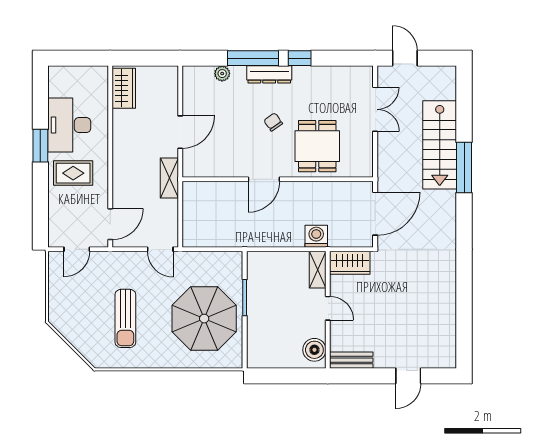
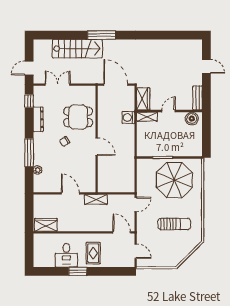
window: (300, 58) -> (29, 101), moved
dresser: (269, 74) -> (38, 119), moved
desk: (69, 125) -> (66, 255), width x0.73
window: (464, 168) -> (102, 35), moved

